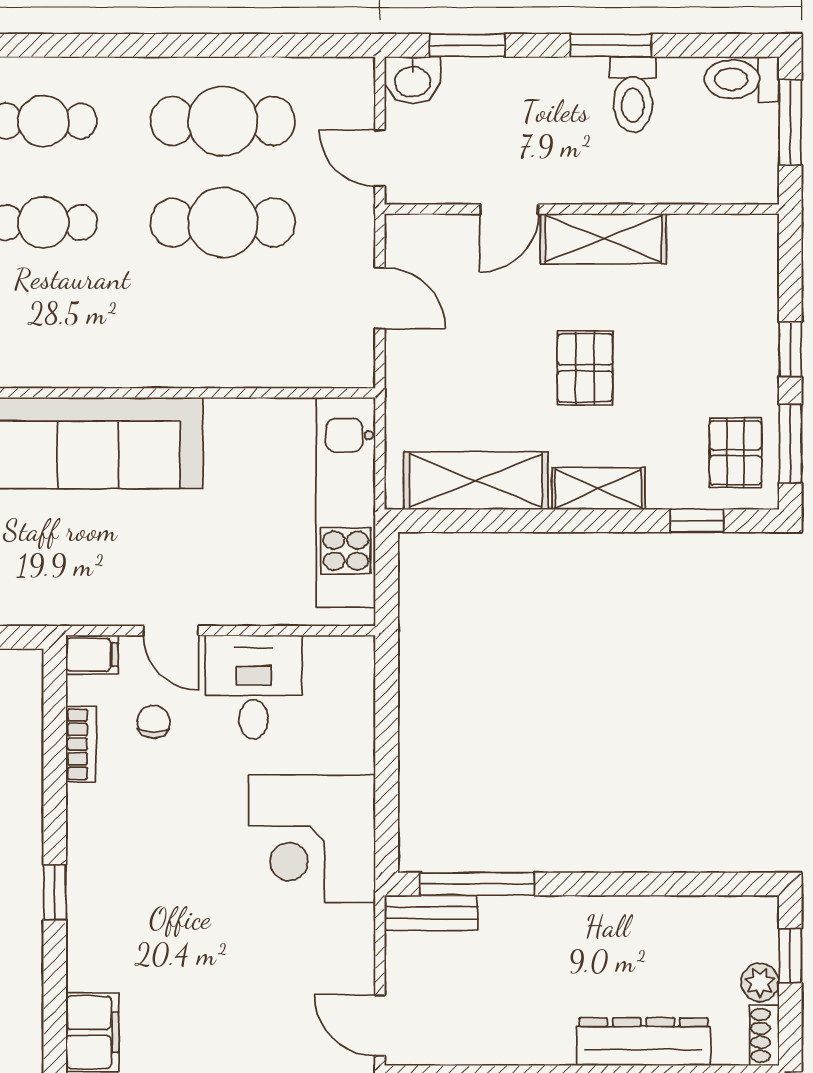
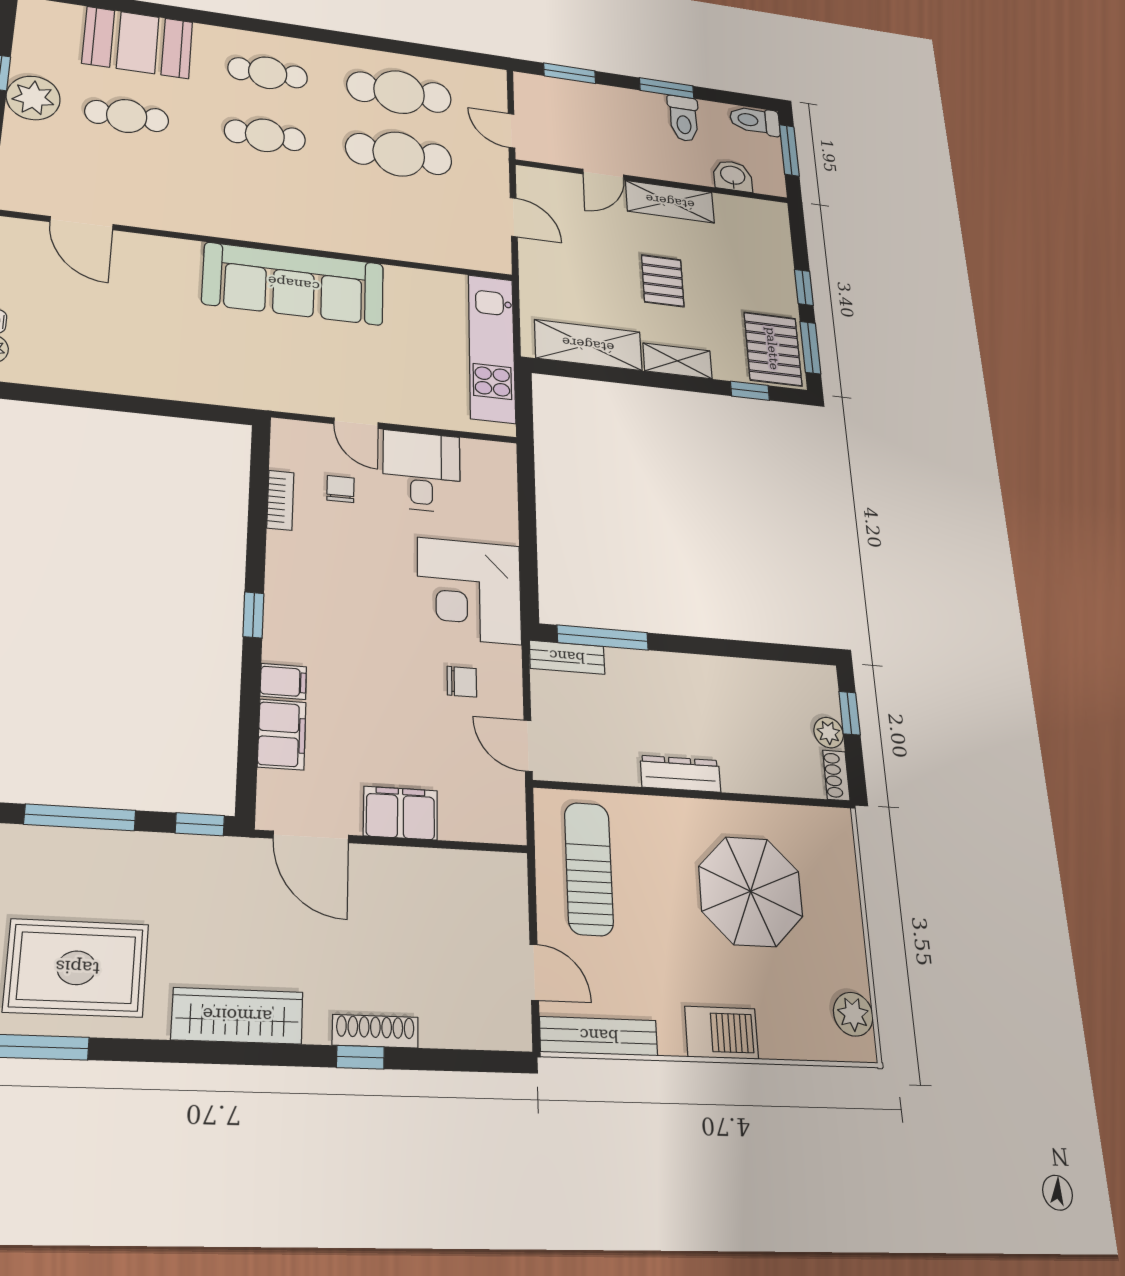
washbasin: (412, 80) -> (733, 176), moved, turned 180
pallet: (735, 453) -> (773, 349), width x1.50, depth x1.42
filing cabinet: (92, 655) -> (283, 681), moved
chair: (301, 954) -> (462, 682), added
dresser: (643, 1042) -> (680, 774), moved, width x0.73, depth x0.80

